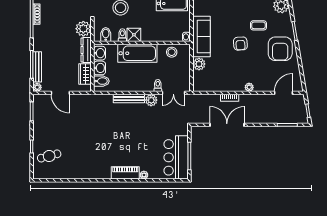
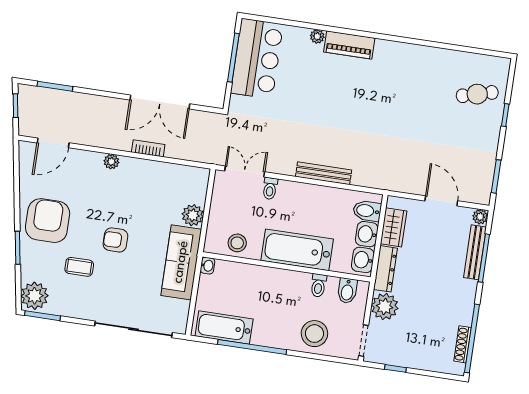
shower: (134, 35) -> (298, 283), removed
armchair: (240, 44) -> (115, 240), turned -86
plant: (151, 100) -> (285, 165), removed

